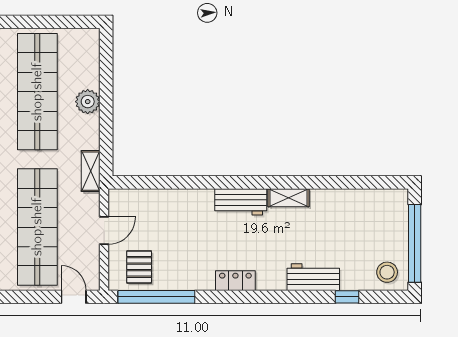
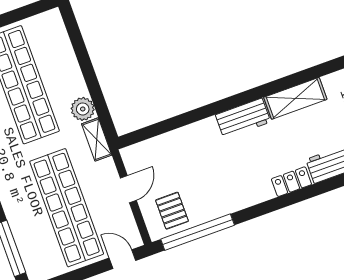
plant: (88, 102) -> (83, 109), moved
shelving: (289, 198) -> (295, 98), width x1.50, depth x1.33
locker: (235, 281) -> (291, 182), moved

